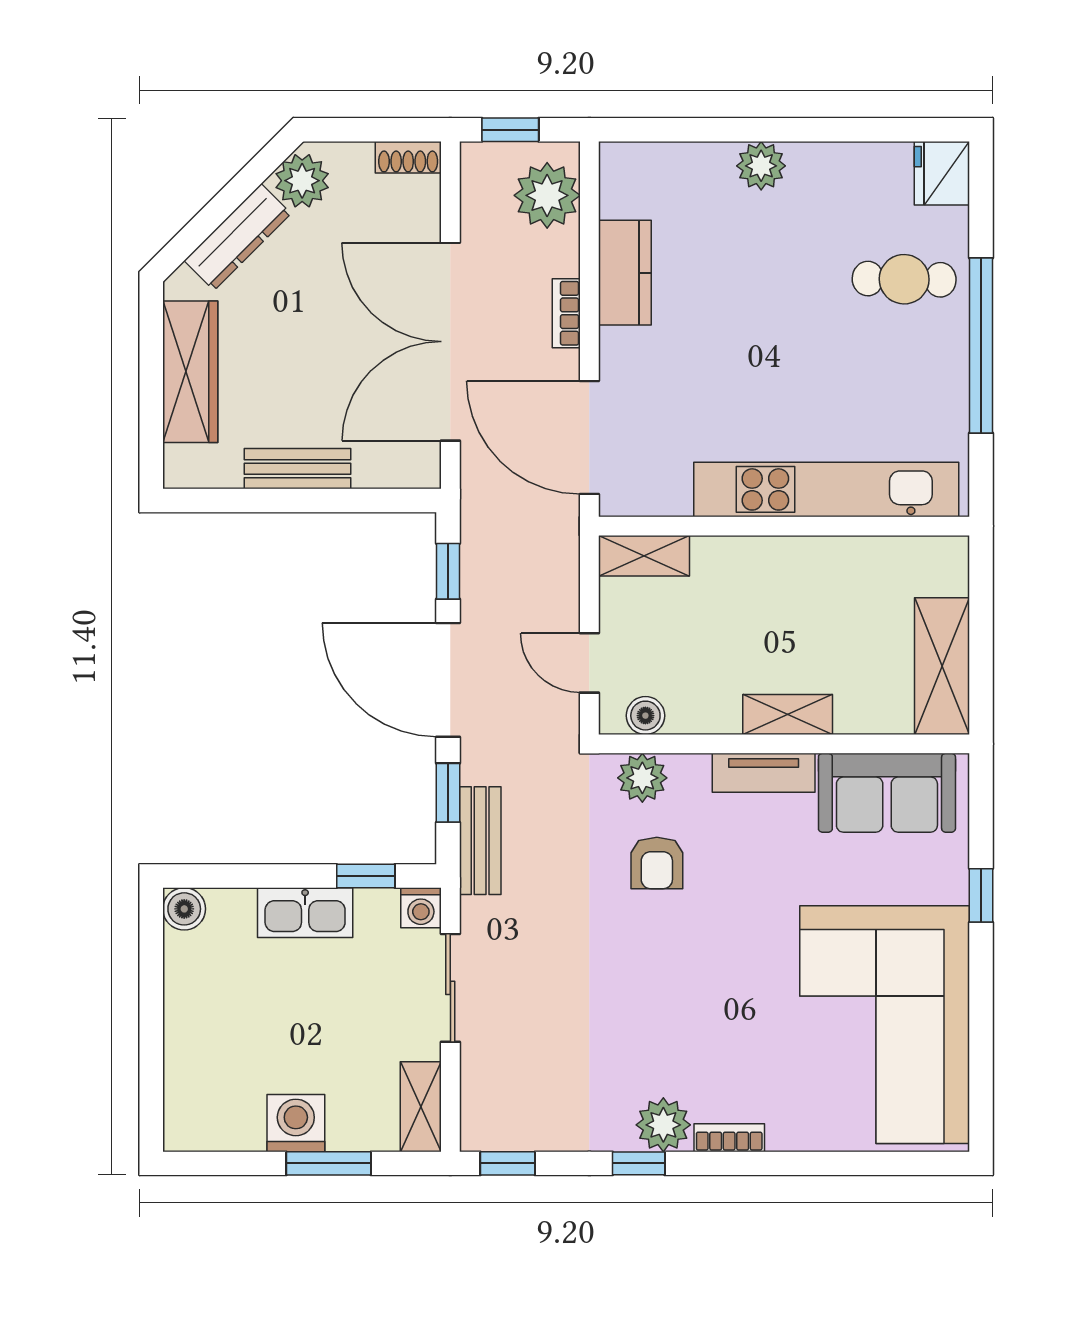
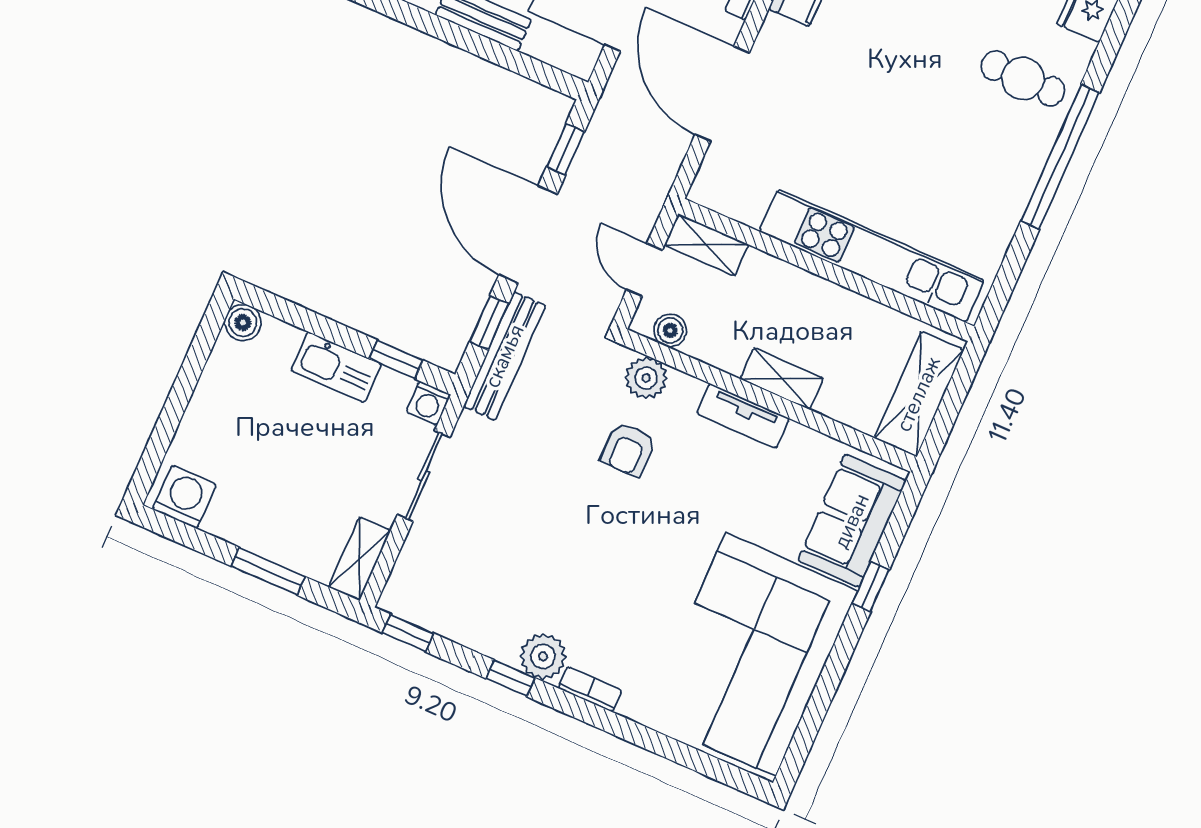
kitchen unit: (826, 489) -> (872, 256), moved
wall: (784, 526) -> (826, 270), moved
shelving: (644, 556) -> (707, 245), moved
sofa: (887, 793) -> (852, 521), moved, turned 90
bench: (480, 841) -> (505, 356), width x1.36
washing machine: (296, 1123) -> (184, 497), moved

